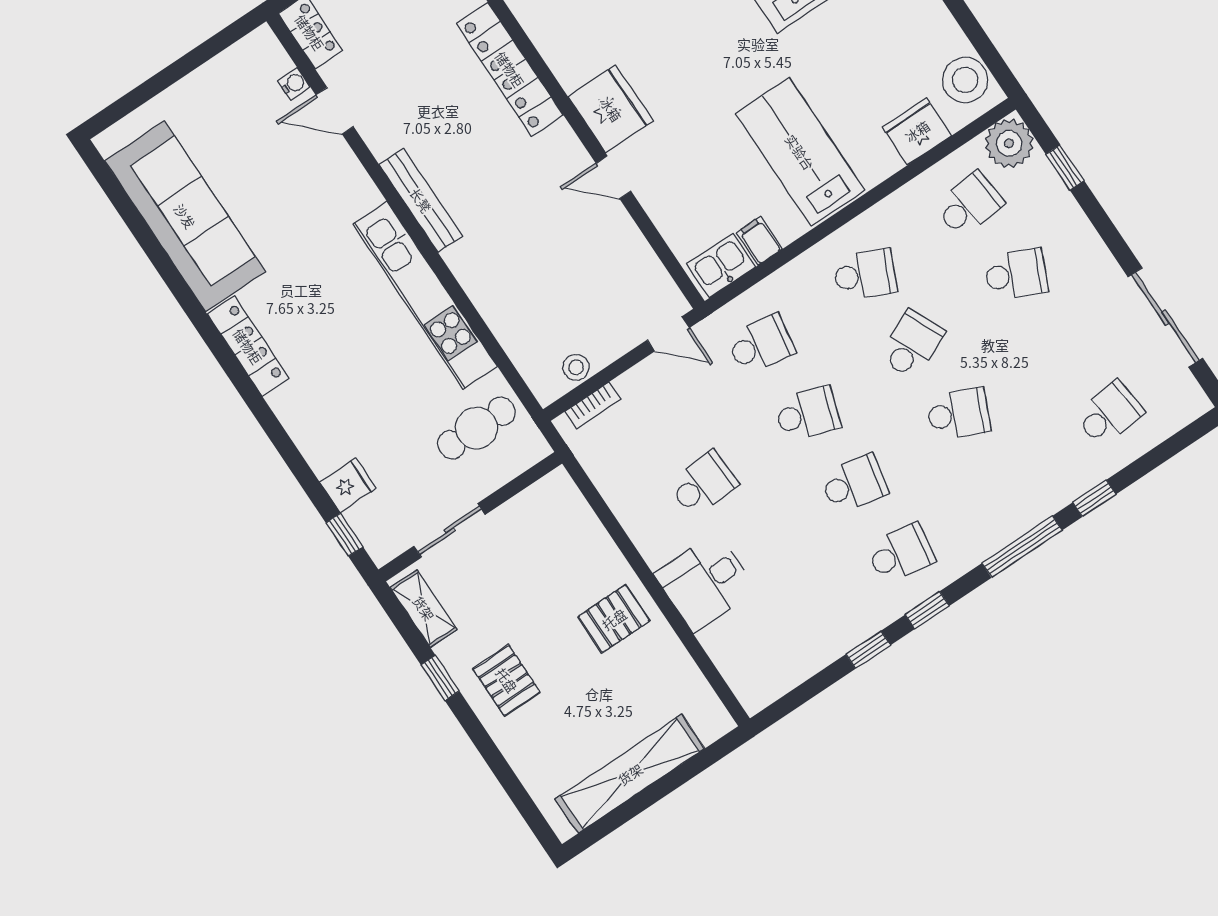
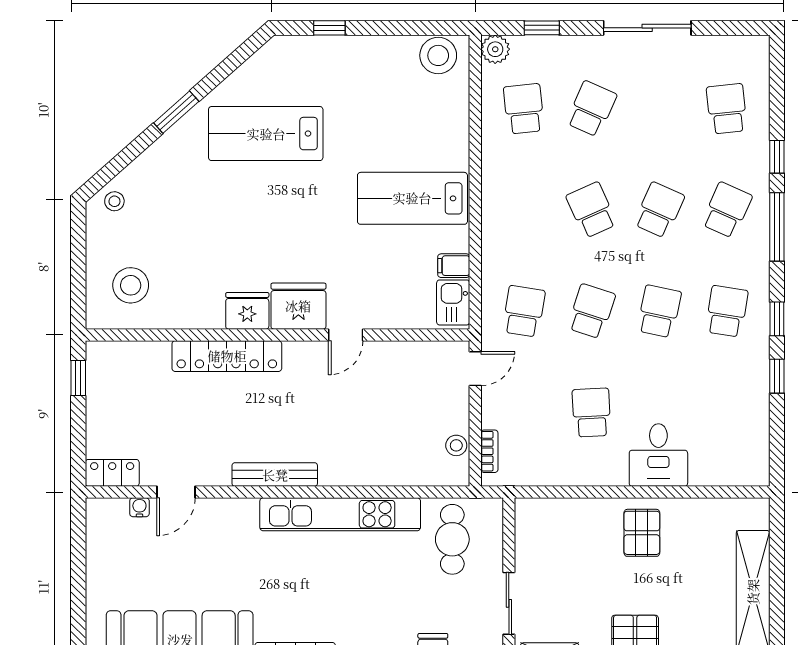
fridge: (917, 131) -> (247, 311), moved, turned 90
plant: (1009, 143) -> (495, 49), width x0.73, depth x0.73
school desk: (865, 275) -> (727, 210), moved
sliding door: (1165, 317) -> (647, 28), moved

